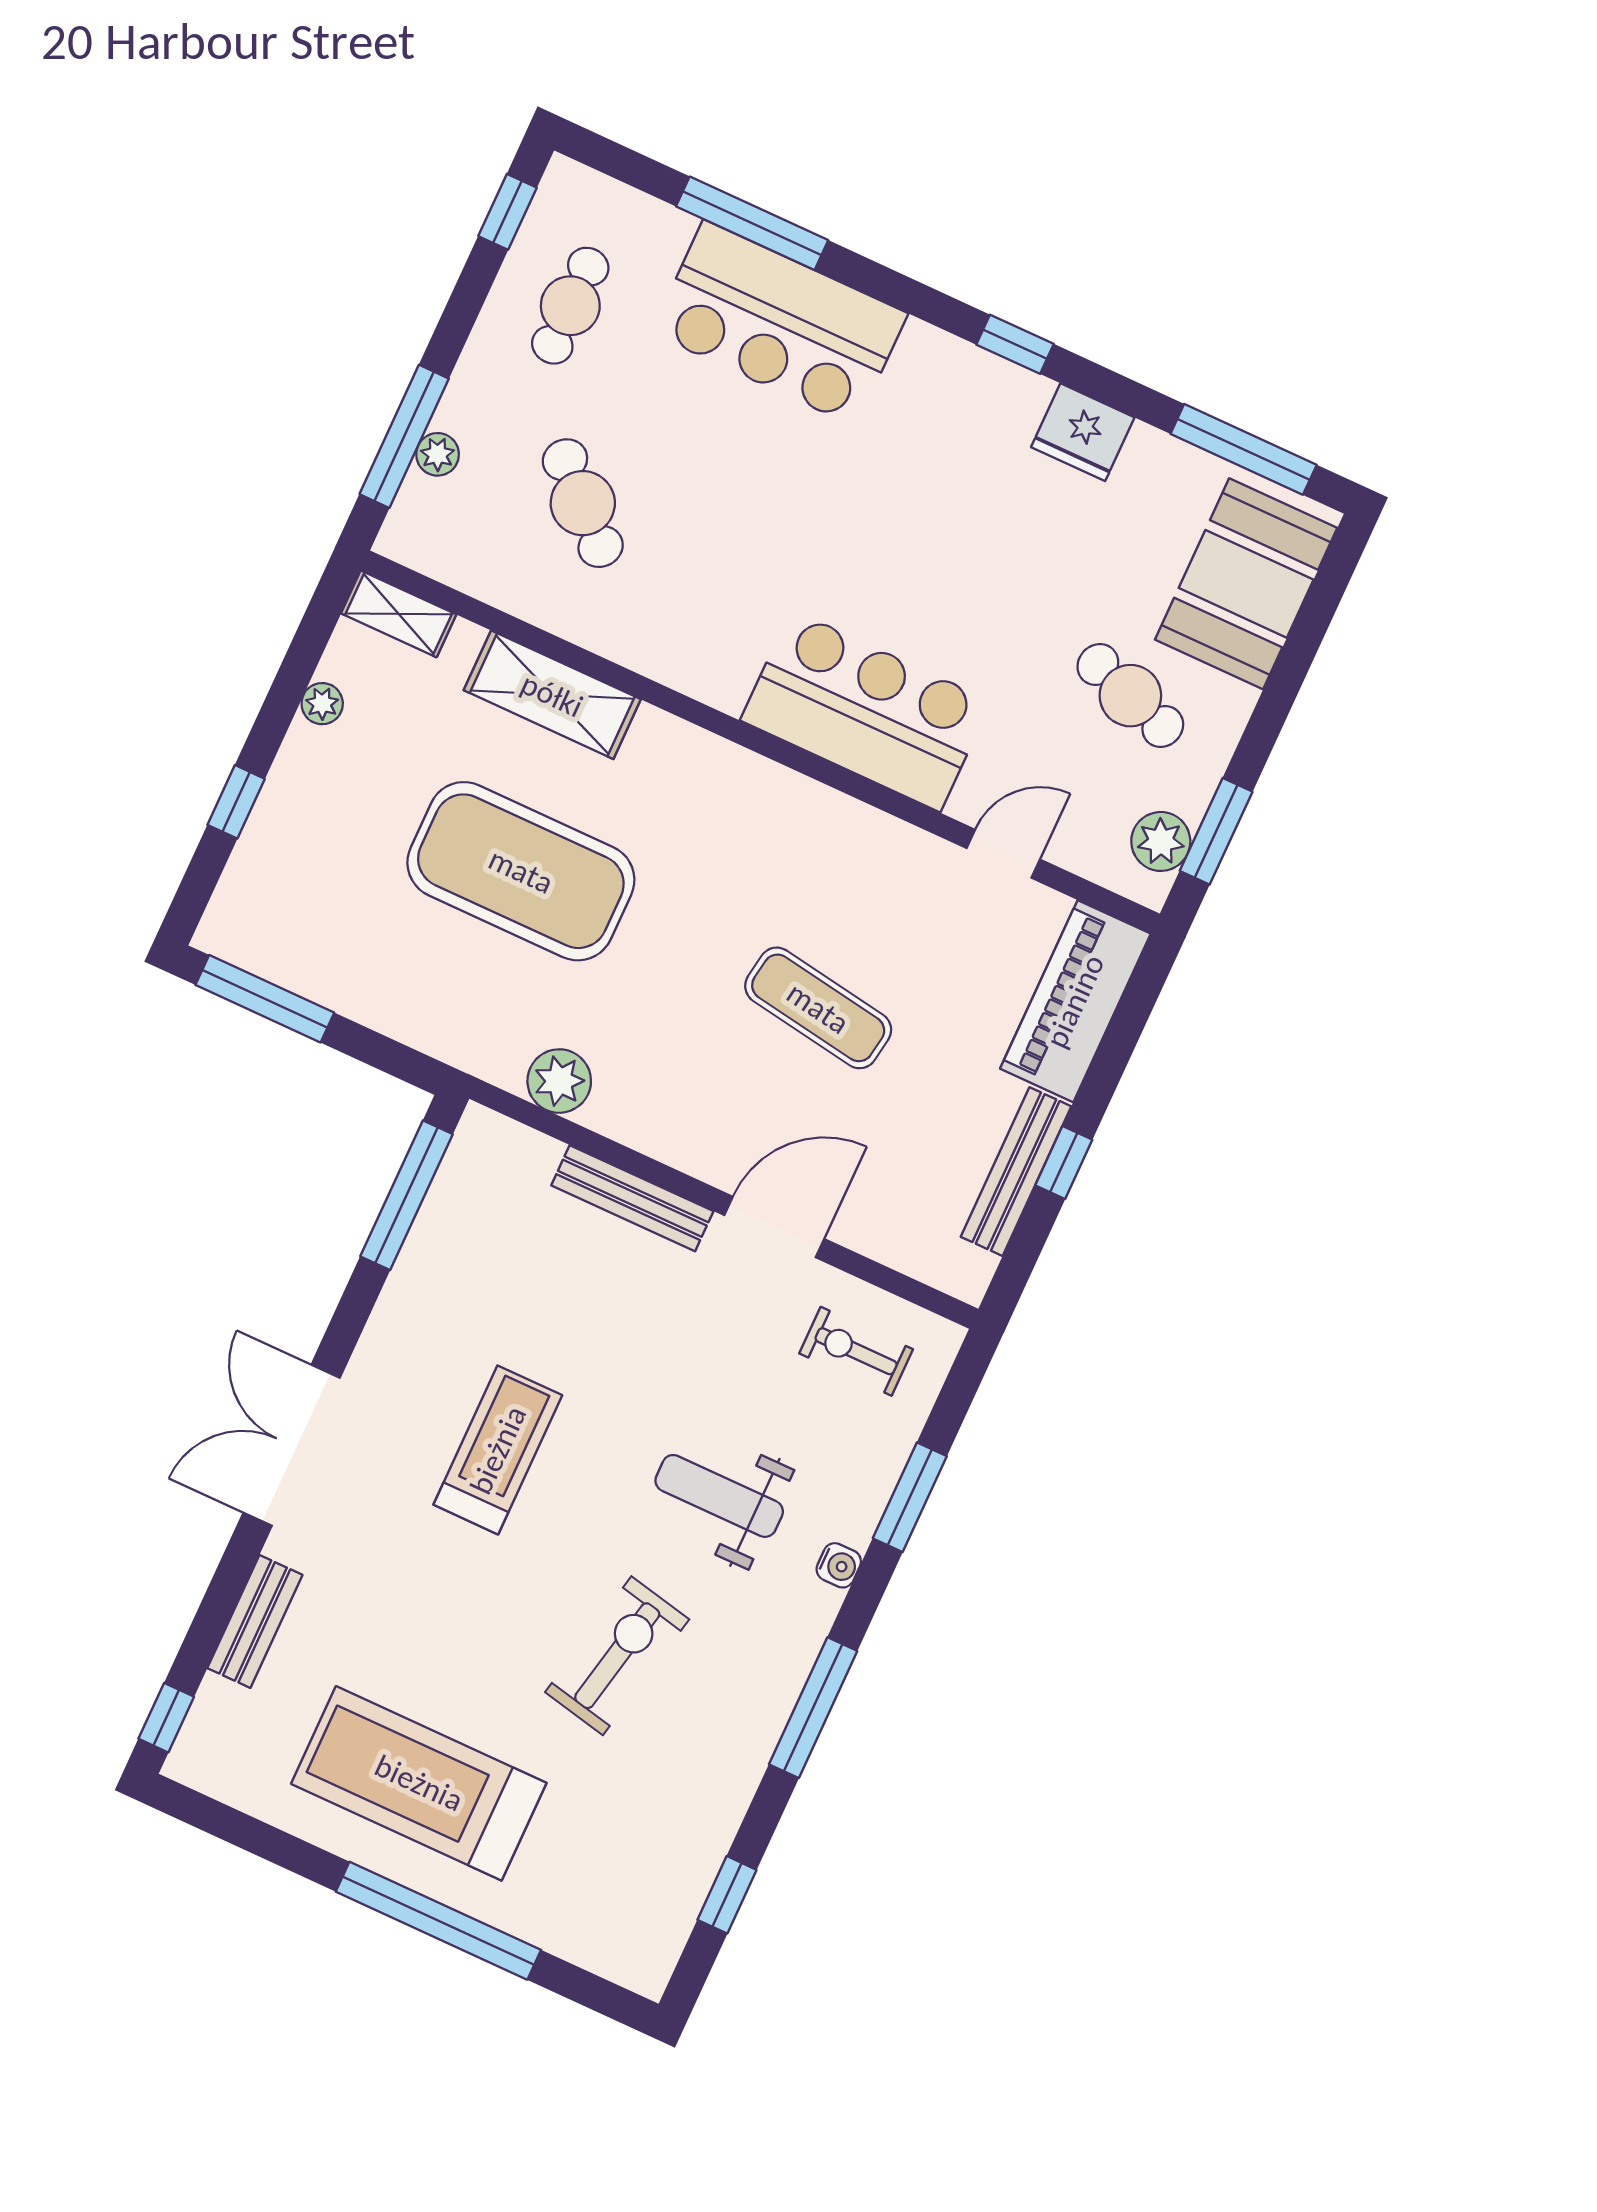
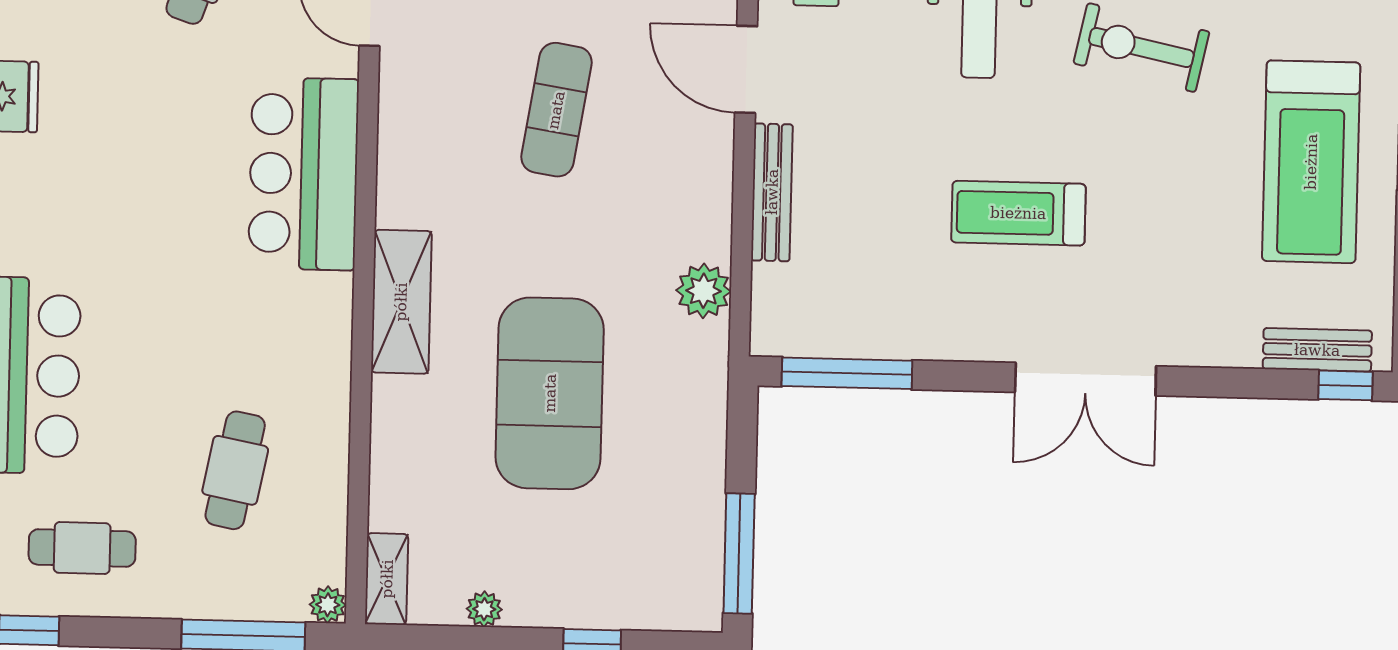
plant: (438, 454) -> (328, 605), moved
cafe table: (583, 503) -> (235, 470), turned -32
shelving: (552, 695) -> (401, 302), moved
bench: (255, 1621) -> (1317, 350), moved

